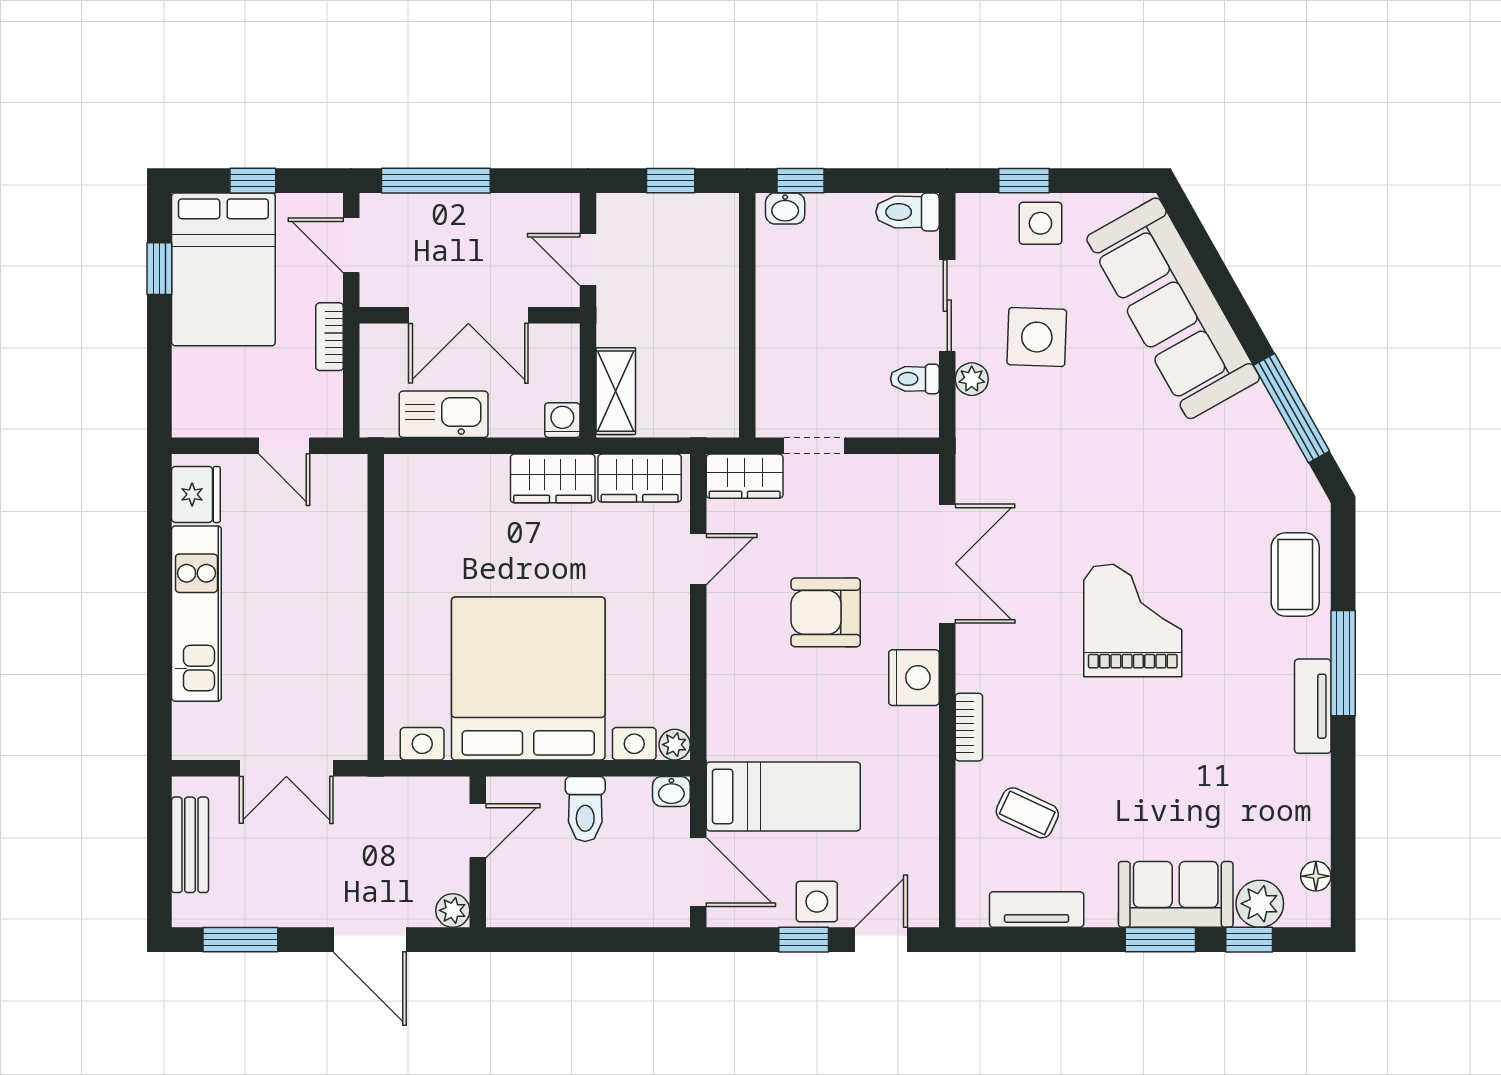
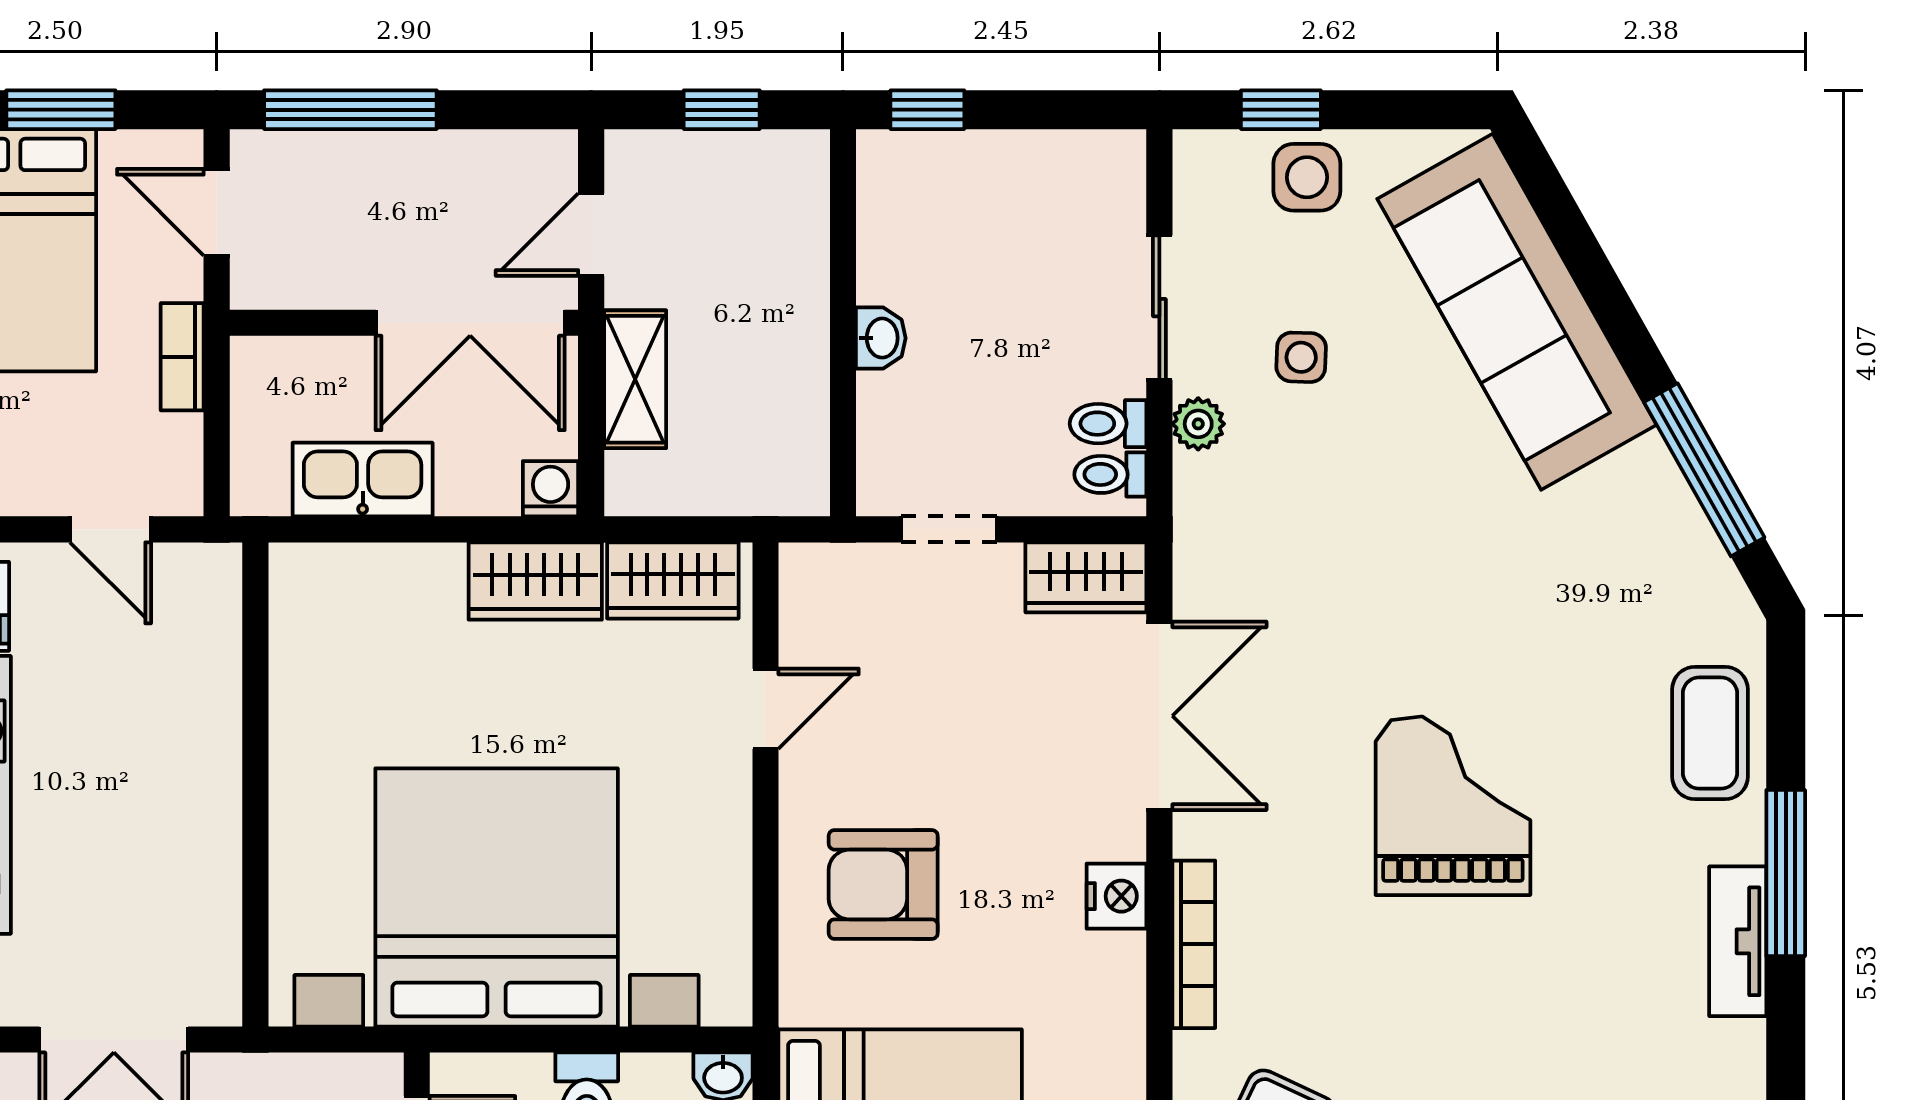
window: (253, 181) -> (61, 110), width x1.50
washbasin: (785, 208) -> (881, 338), moved, turned -90
toilet: (907, 212) -> (1110, 474), moved, width x0.73, depth x0.72
door: (588, 259) -> (591, 235), hinge flipped
double door: (468, 315) -> (470, 323), moved
side table: (1037, 337) -> (1301, 357), width x0.54, depth x0.54
shelving: (616, 391) -> (635, 379), moved
wardrobe: (745, 476) -> (1086, 577), moved
armchair: (826, 612) -> (883, 884), moved
nightstand: (914, 678) -> (1117, 896), width x0.74, depth x0.75
bookcase: (969, 727) -> (1194, 944), width x1.56
plant: (675, 745) -> (728, 1002), removed

